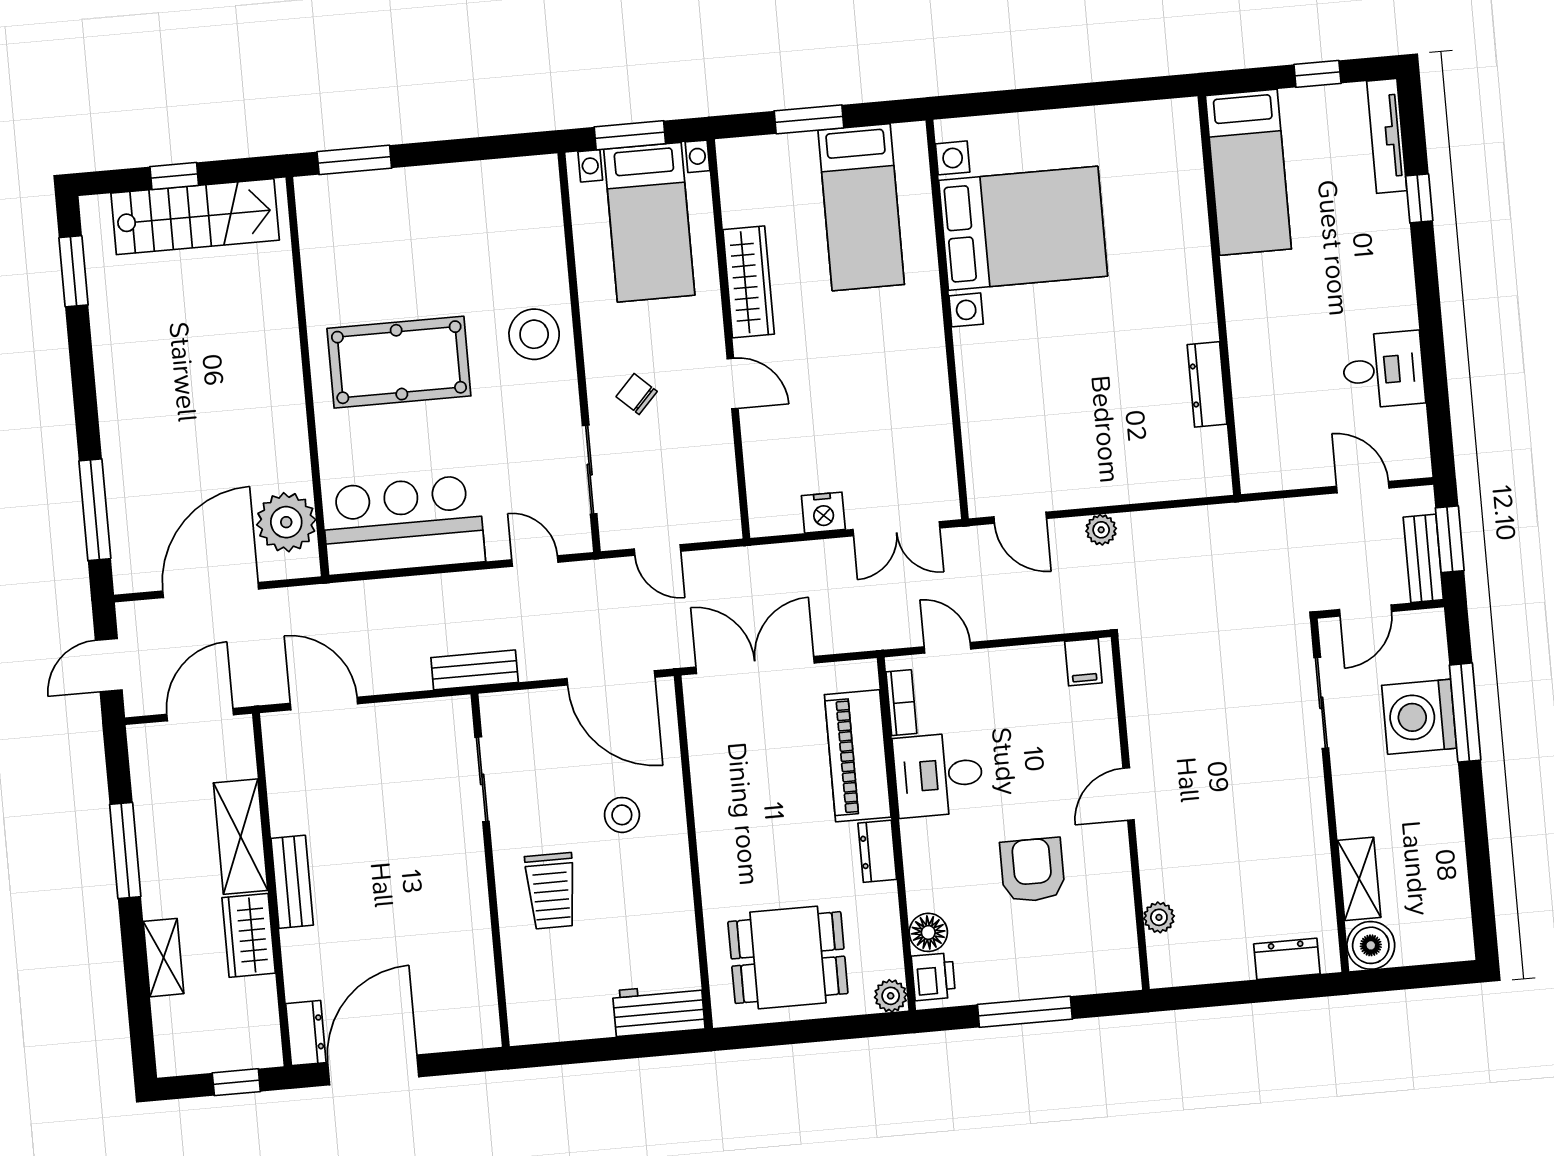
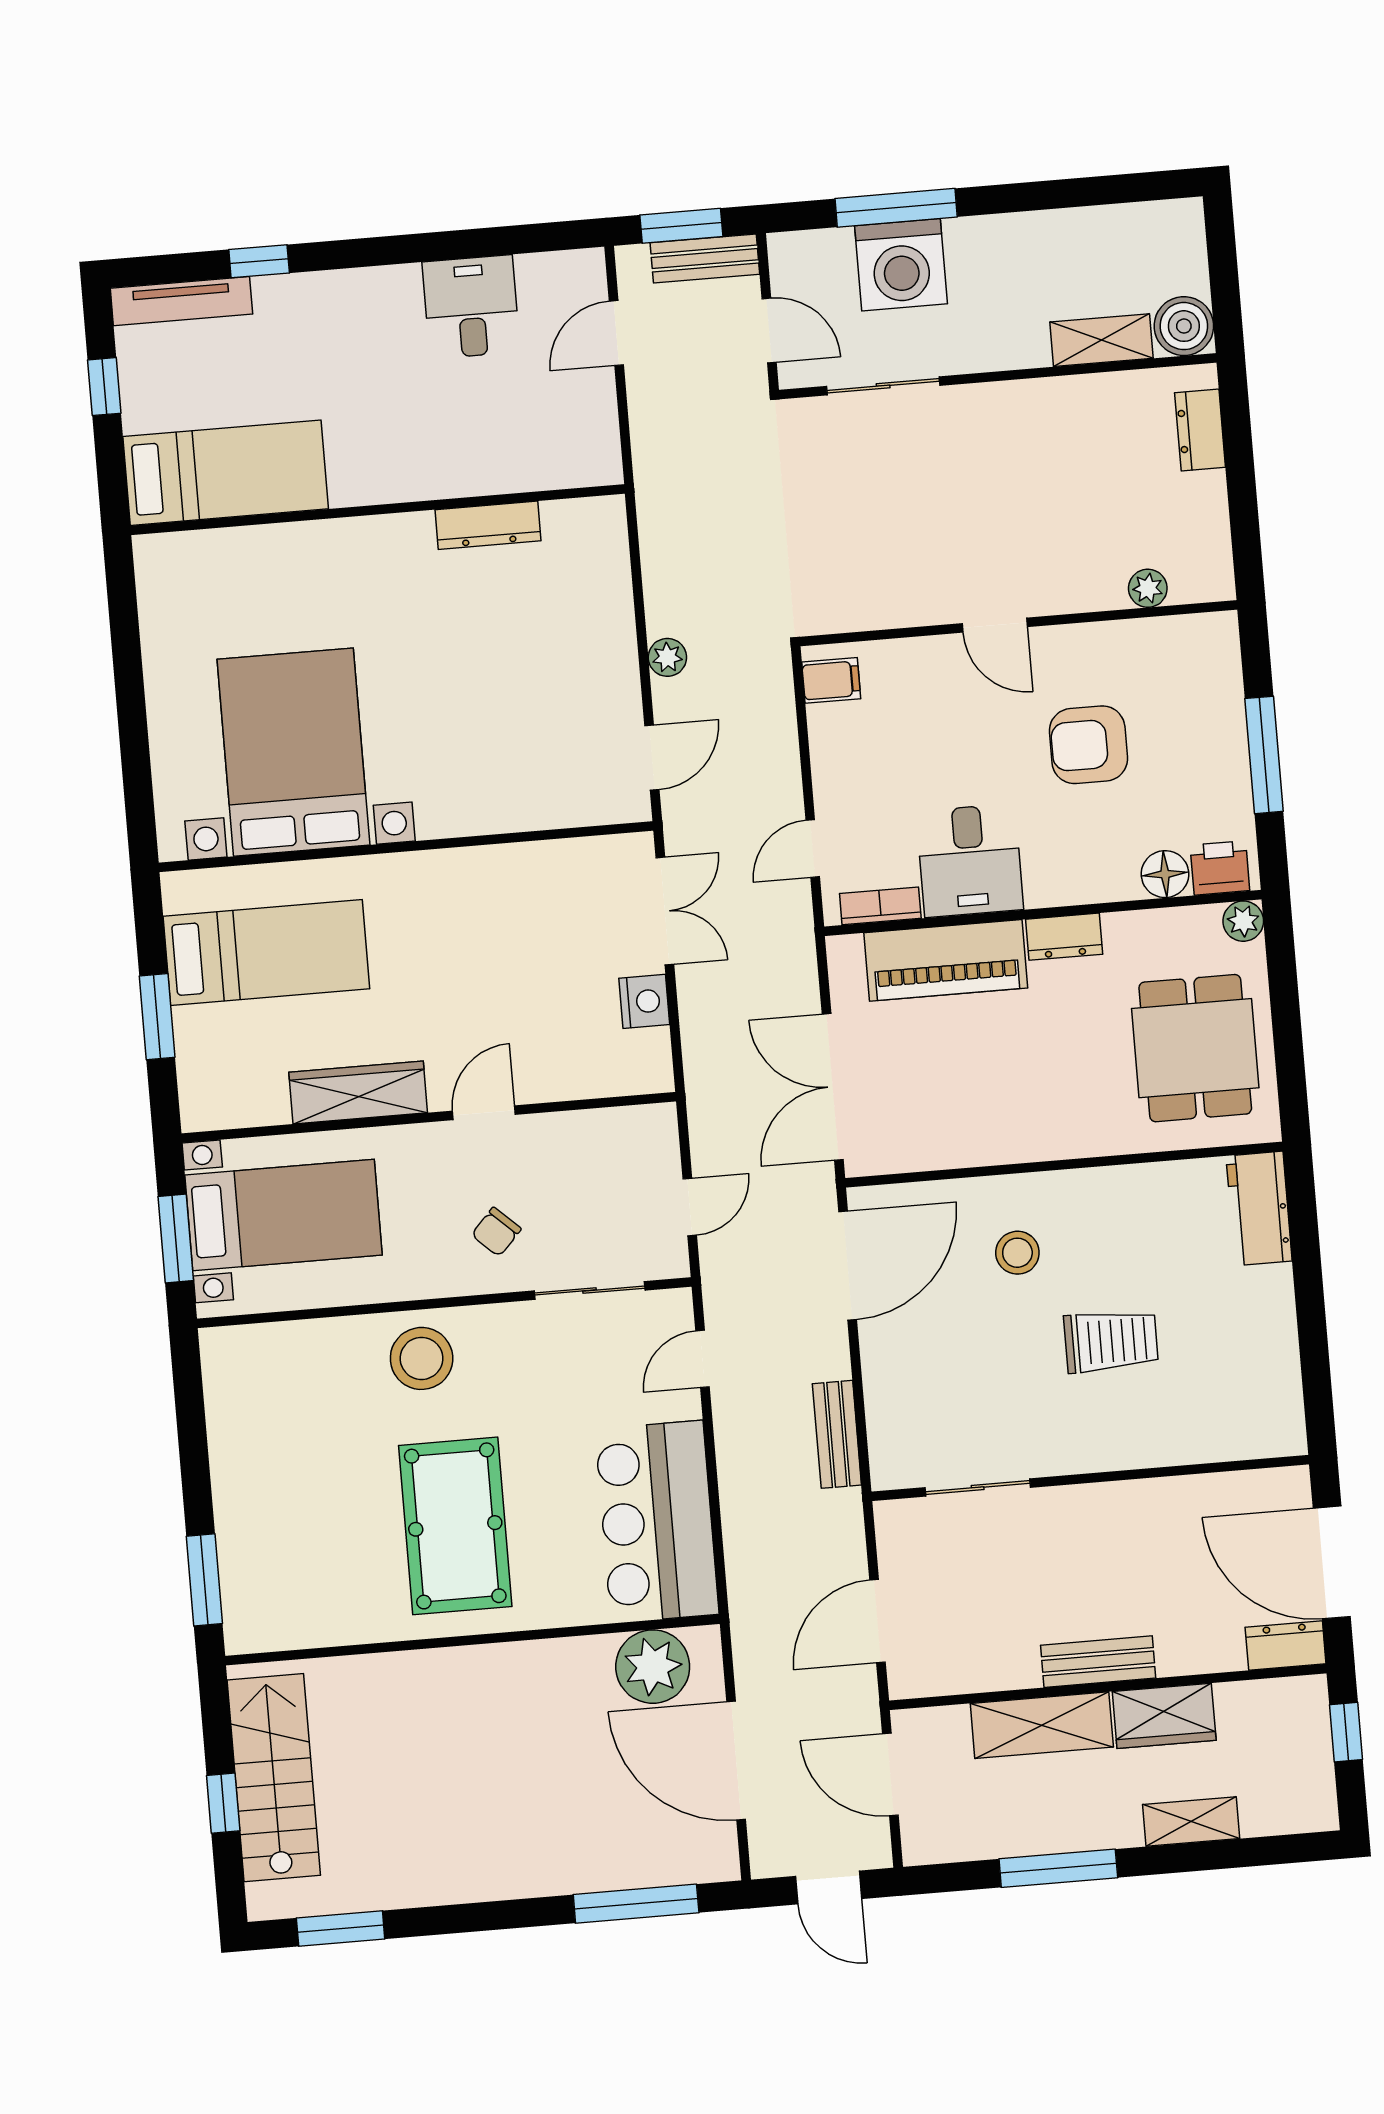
sliding door: (482, 779) -> (978, 1488), moved
wall: (490, 870) -> (1090, 1478), moved

